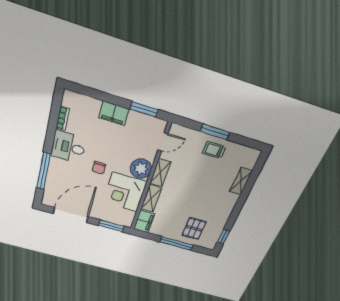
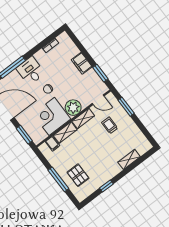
window: (215, 132) -> (126, 107), moved
desk: (68, 147) -> (31, 71), moved
trolley: (214, 150) -> (110, 125), moved
filing cabinet: (144, 221) -> (53, 144), width x0.50
pallet: (194, 229) -> (78, 175), turned 90
window: (223, 237) -> (106, 186), moved

